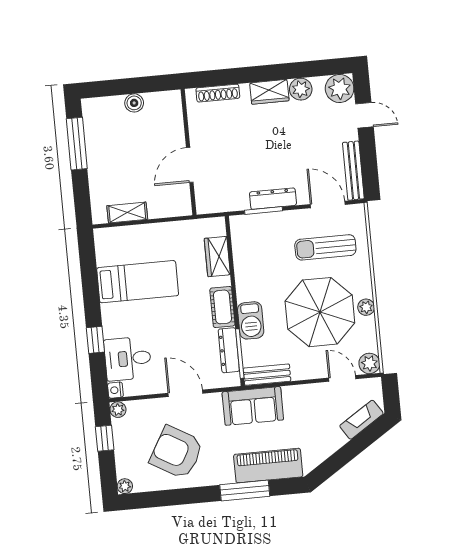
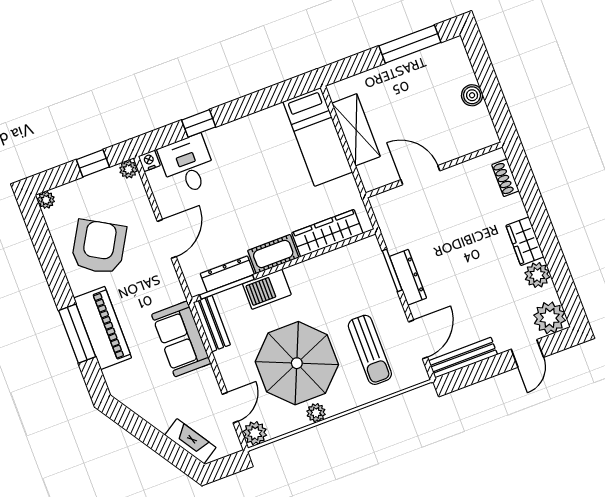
shoe rack: (218, 93) -> (505, 178), width x0.70
shelving: (127, 213) -> (356, 130), width x1.50, depth x1.33
sun lounger: (325, 247) -> (370, 350), turned 180
wardrobe: (217, 257) -> (327, 233), width x1.50
bed: (138, 282) -> (318, 137), moved
sofa: (253, 406) -> (181, 339), moved
piano: (268, 466) -> (103, 328), moved

